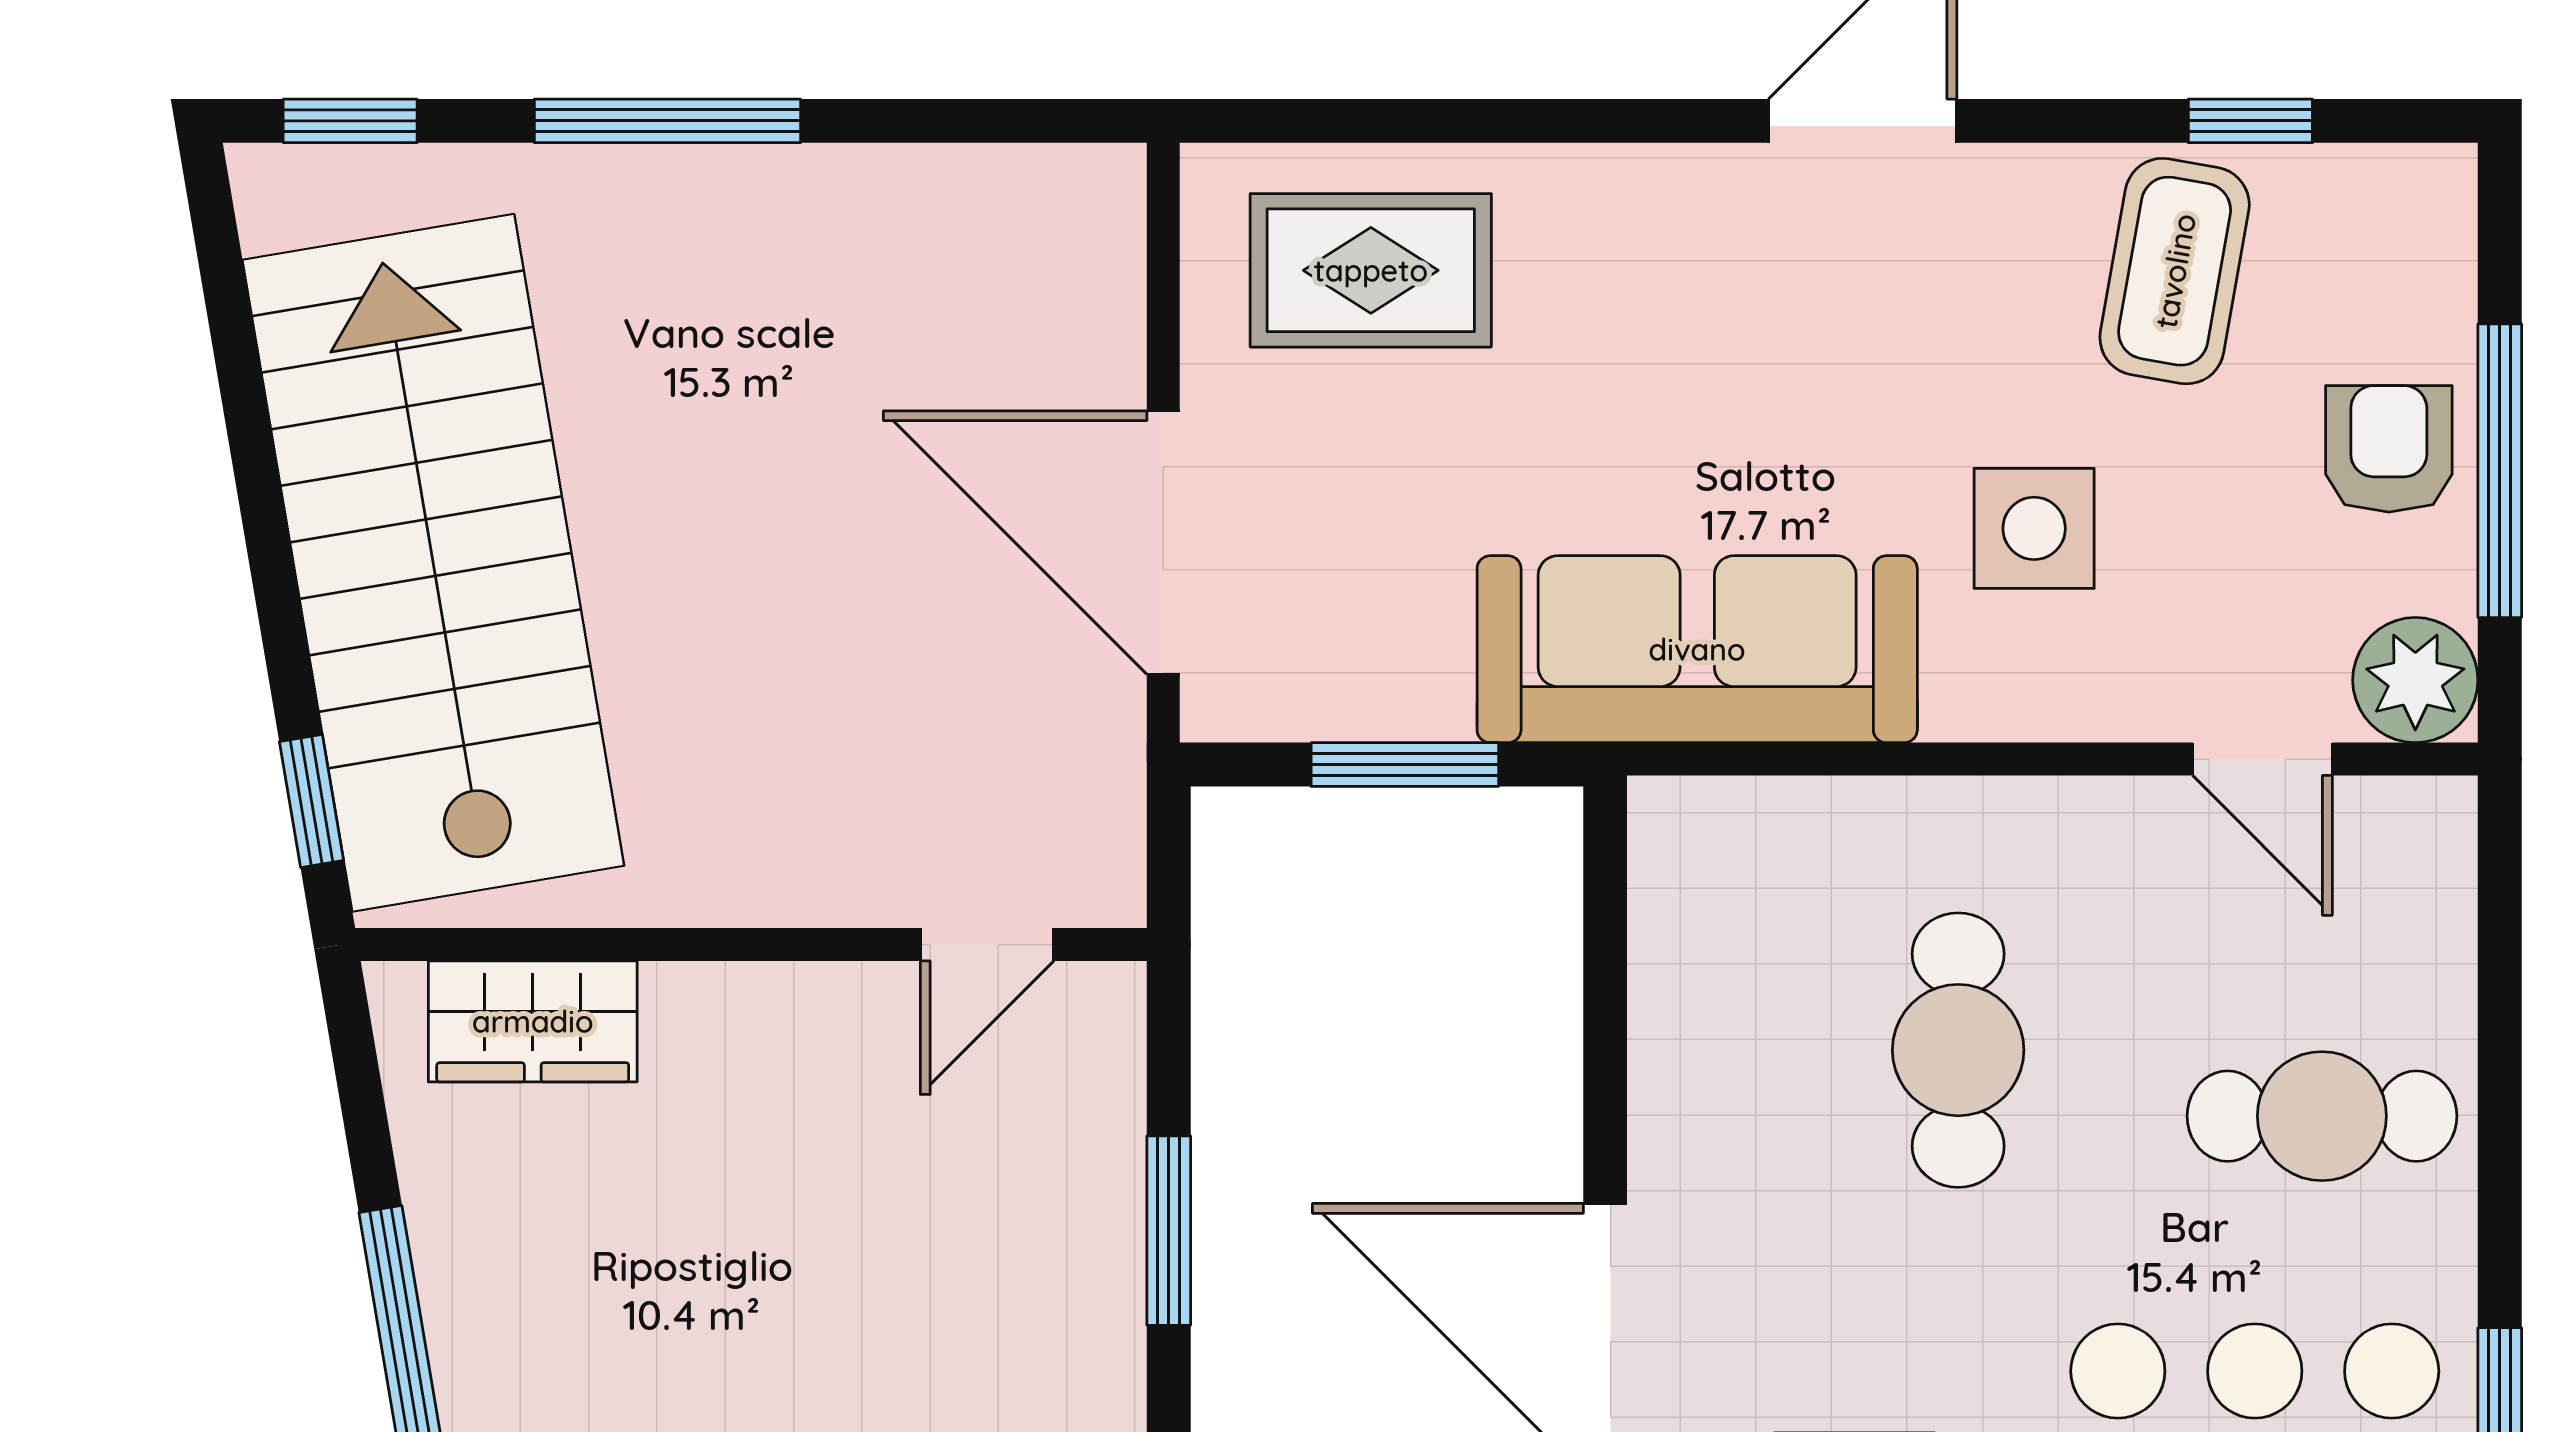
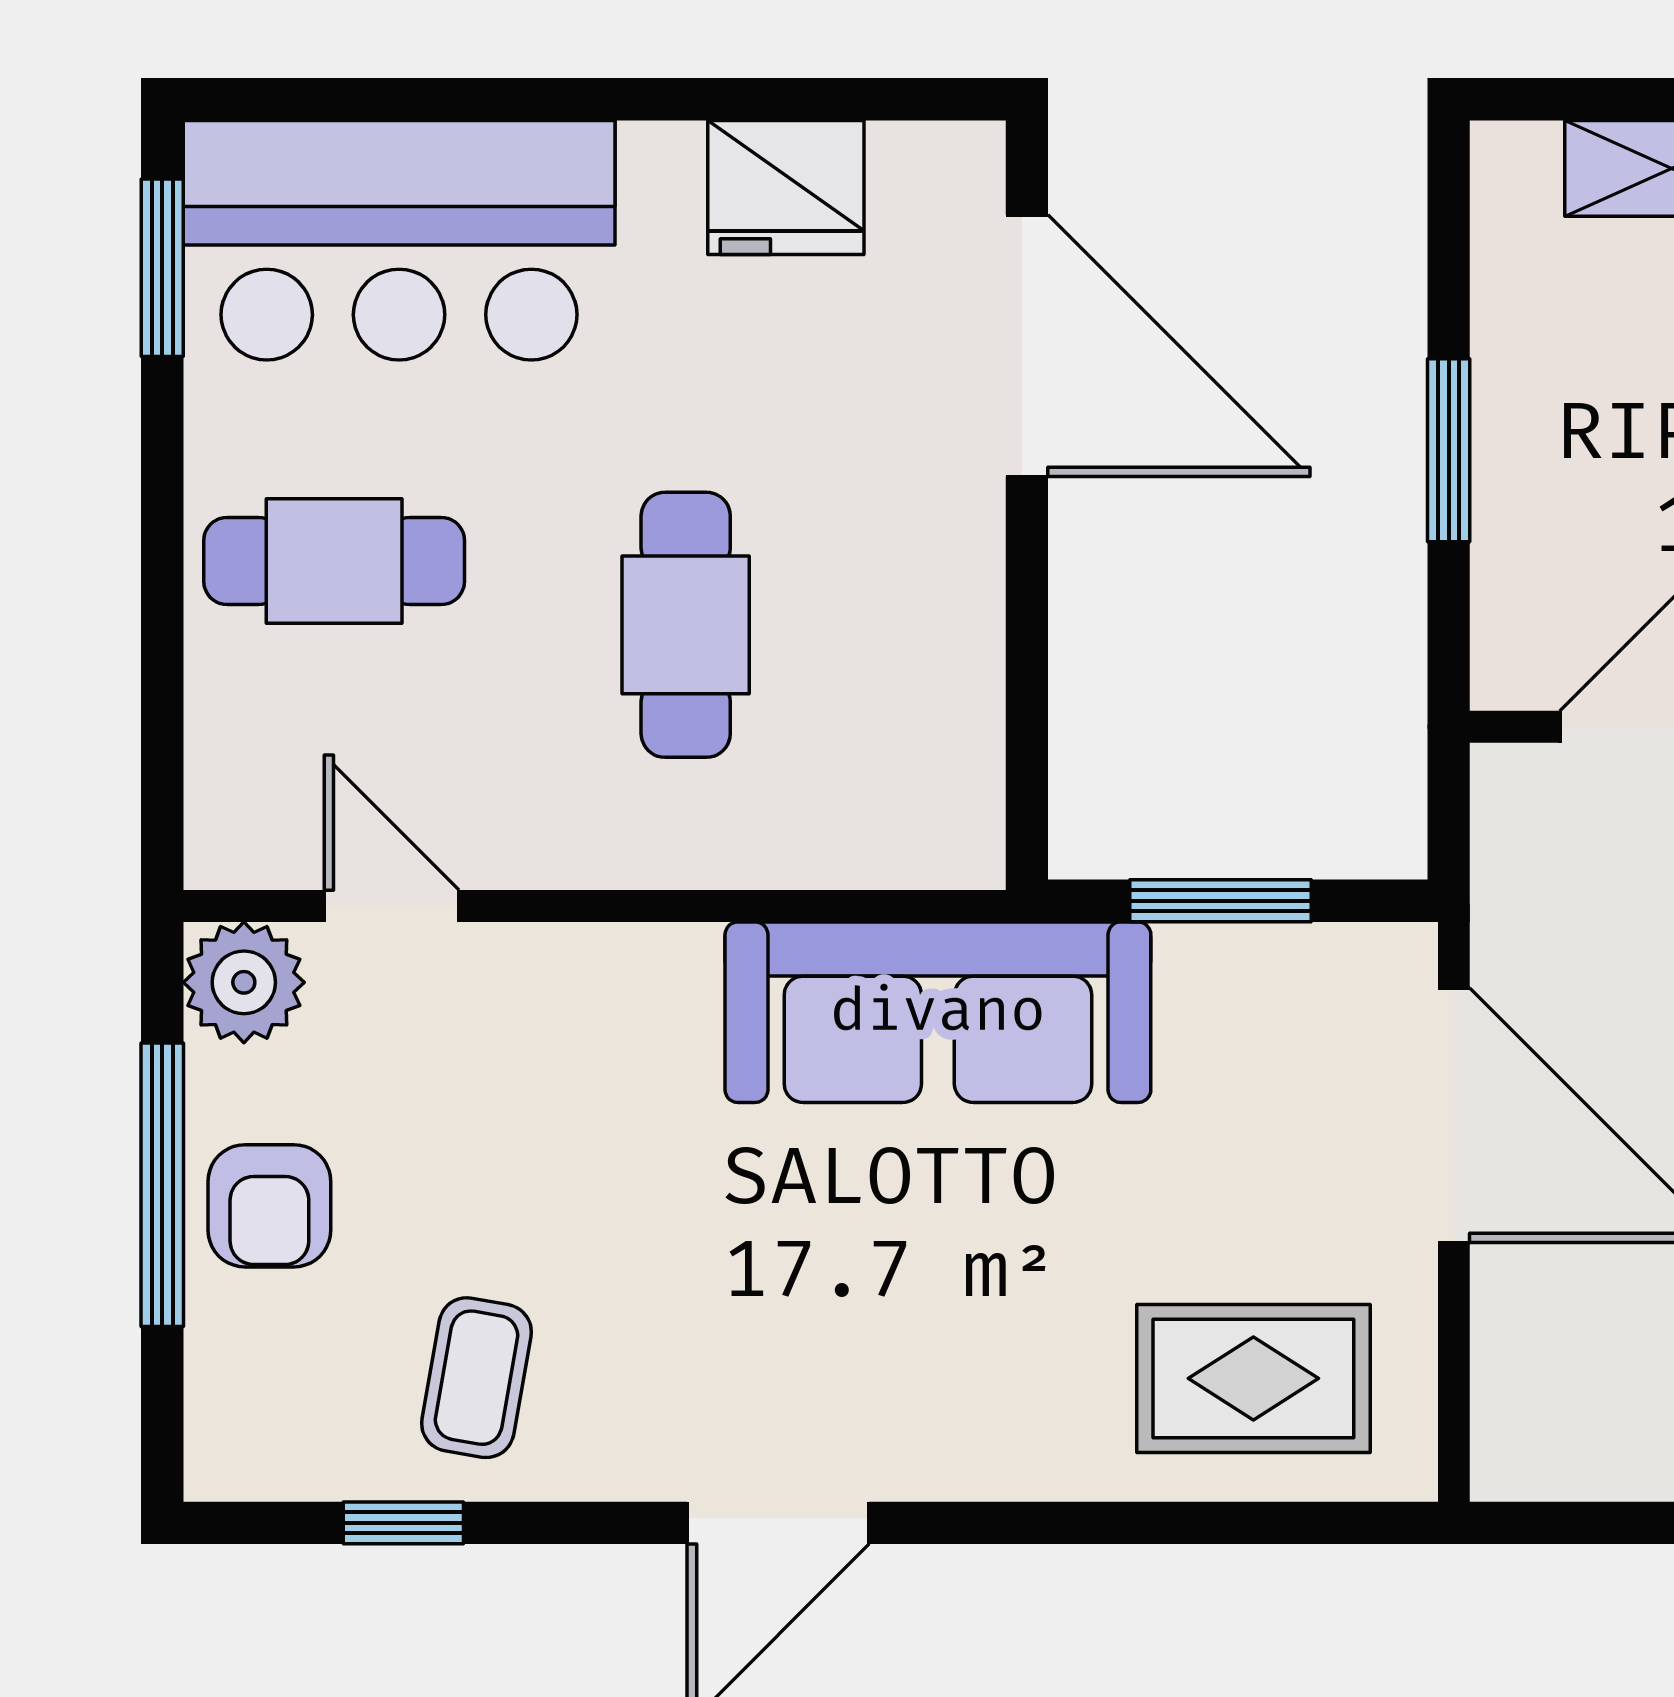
coffee table: (2175, 271) -> (476, 1378), width x0.73, depth x0.77
side table: (2034, 528) -> (612, 1129), removed

